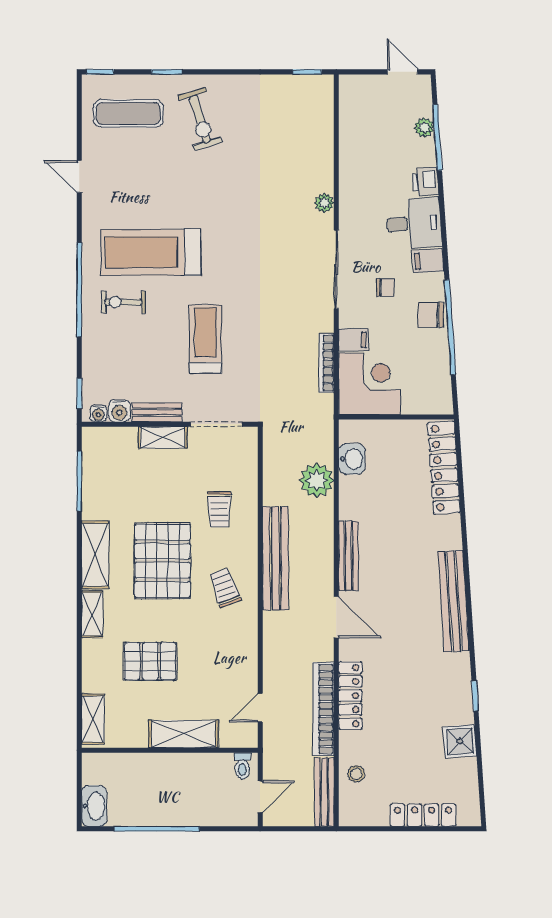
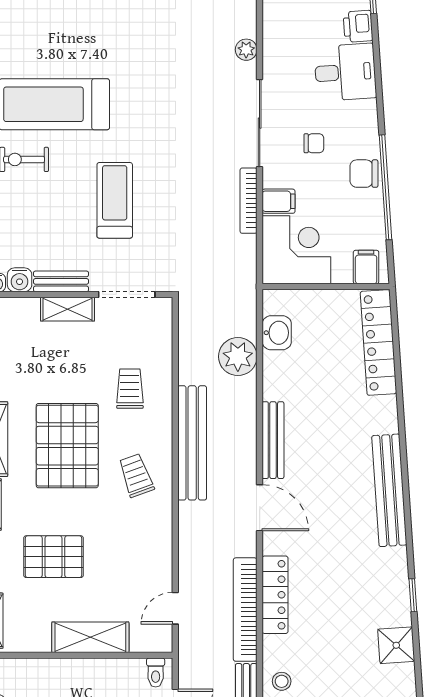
filing cabinet: (428, 261) -> (366, 267), moved, turned 94
bookcase: (326, 363) -> (249, 201), moved
trolley: (219, 509) -> (130, 389), turned 180

